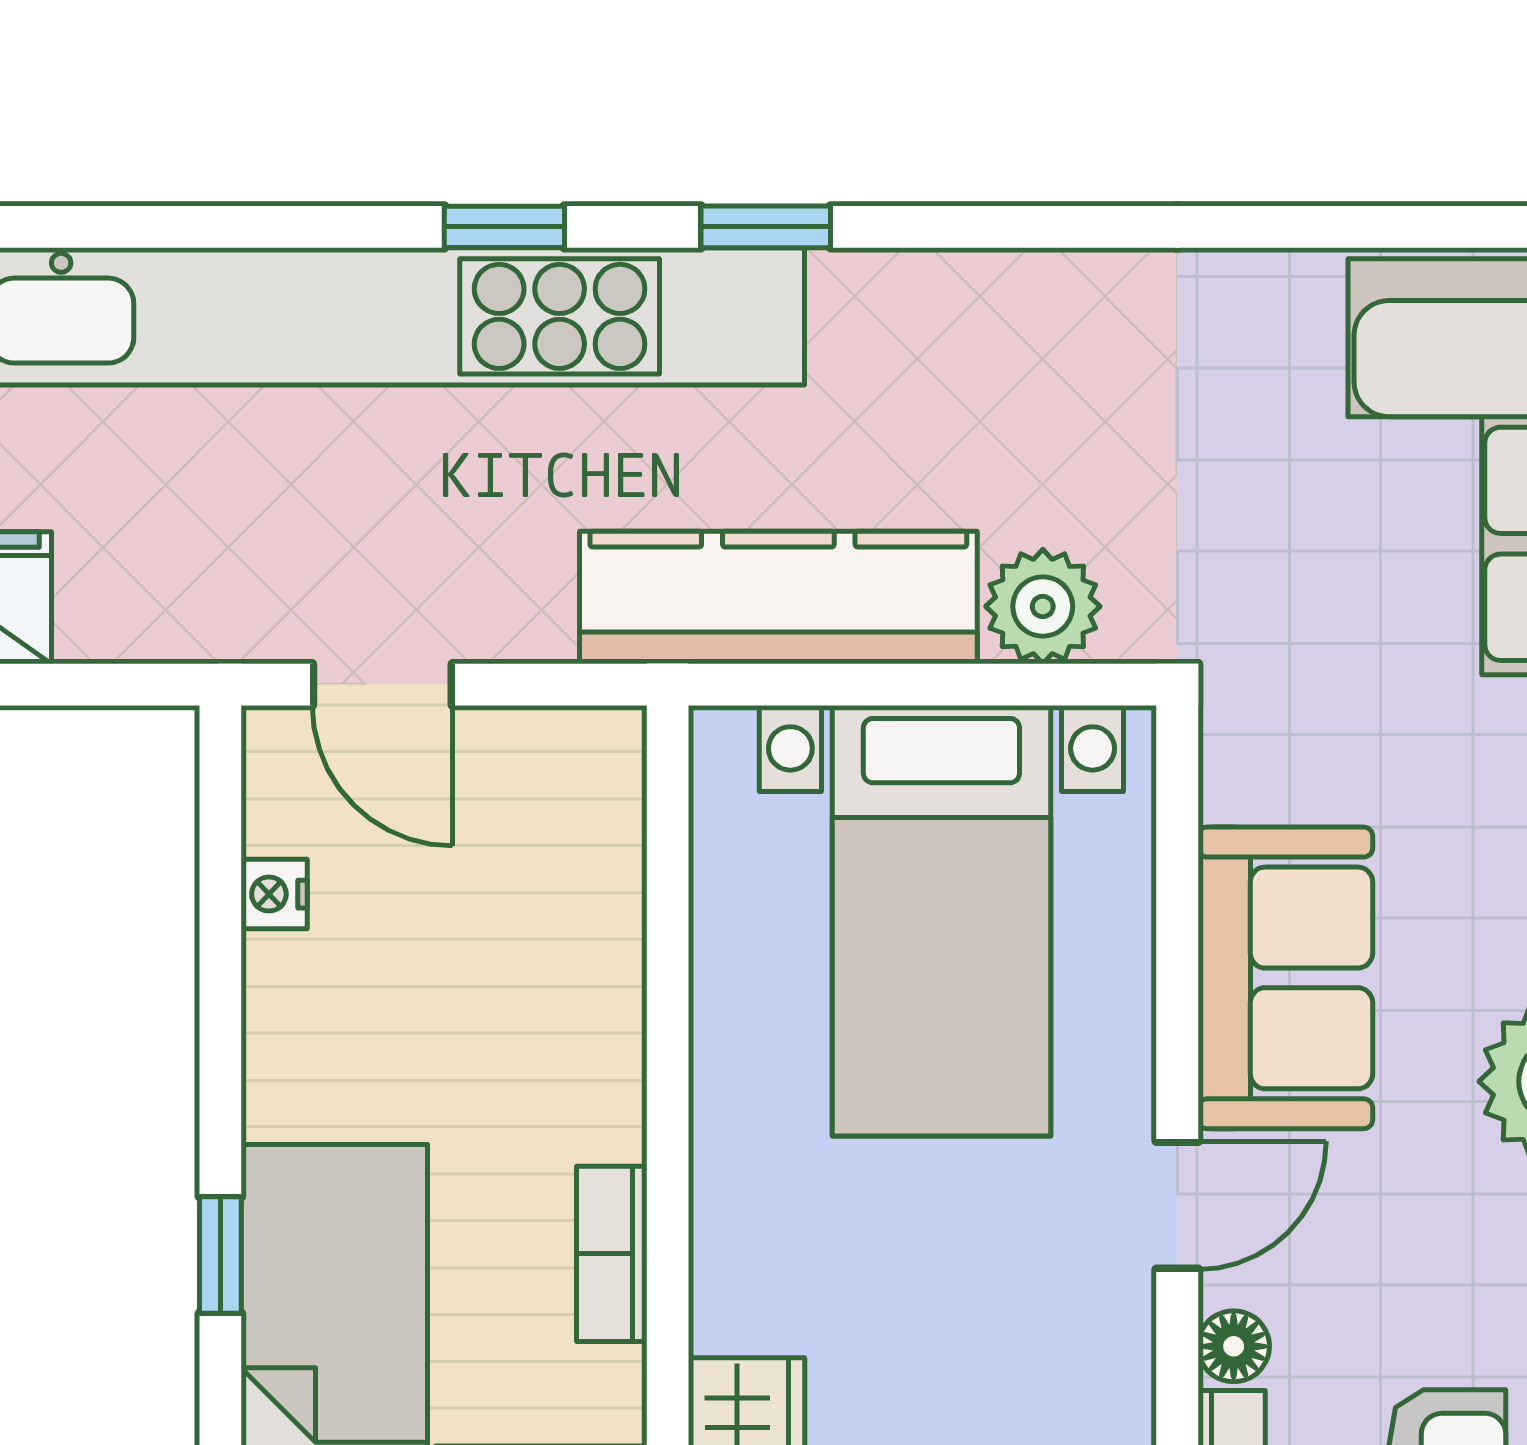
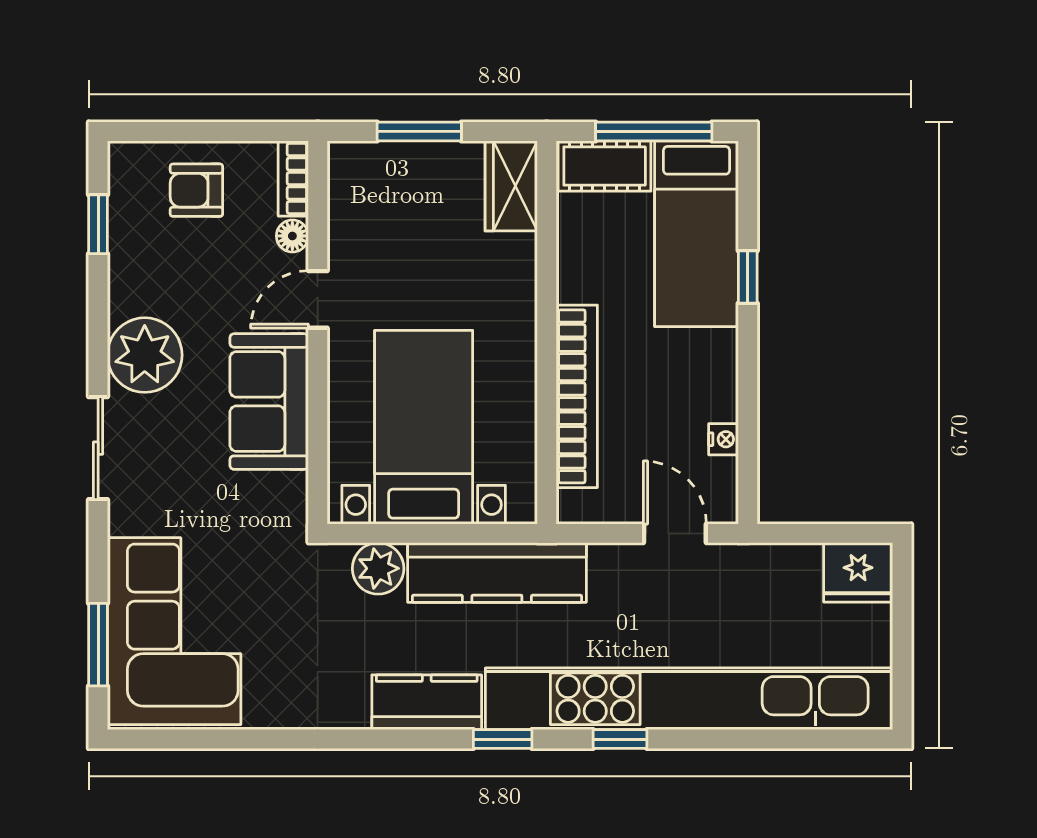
kitchen counter: (935, 309) -> (427, 702), added
bookcase: (612, 1254) -> (577, 396), moved, width x2.31, depth x1.31

